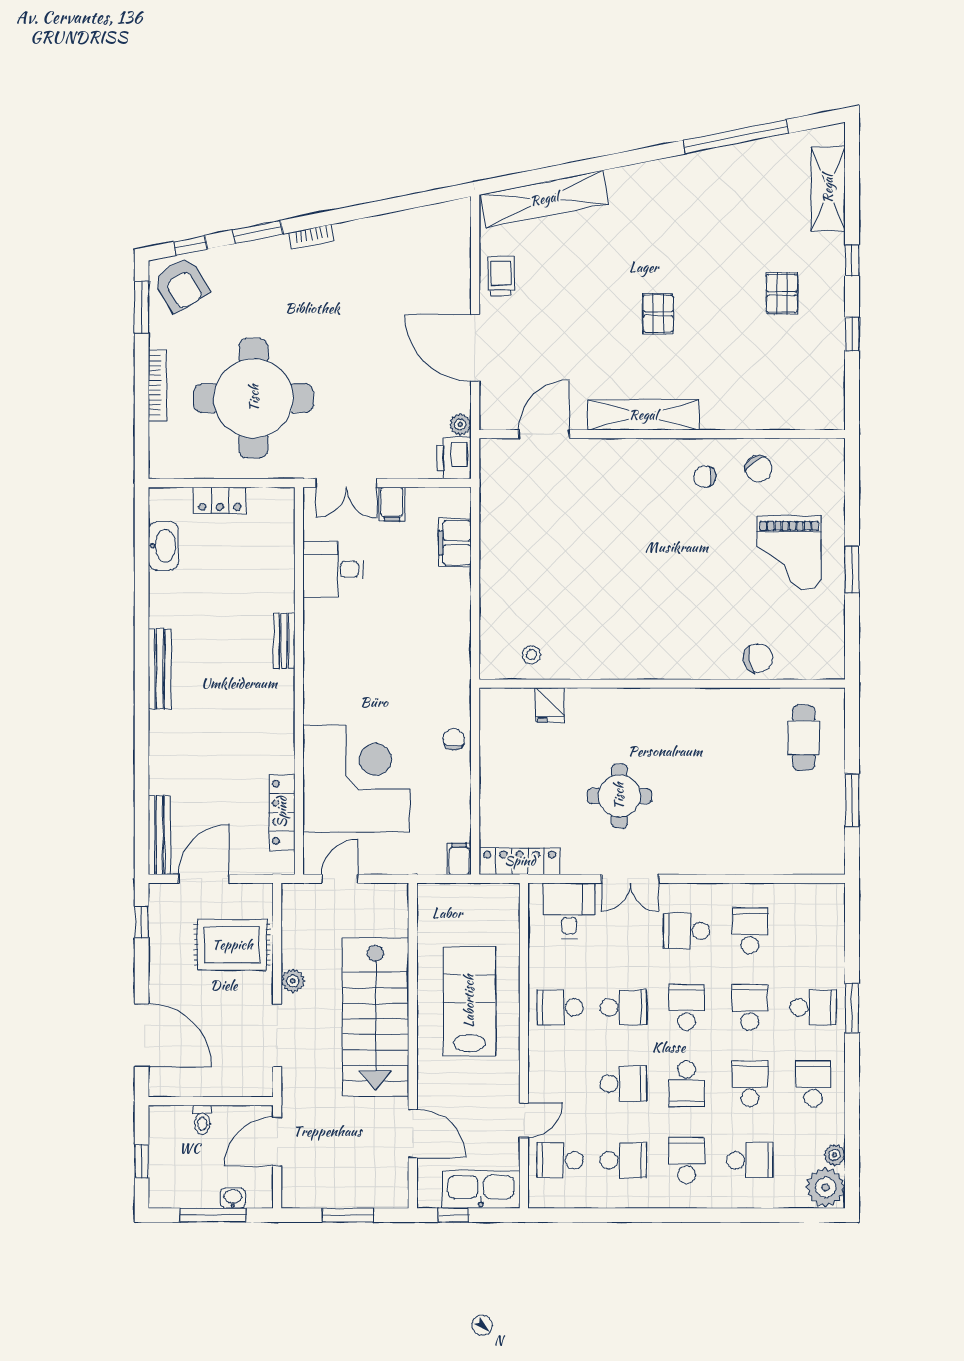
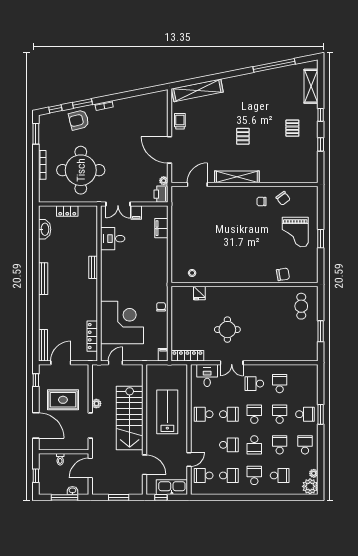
armchair: (181, 285) -> (79, 120), moved, turned 107
rug: (232, 945) -> (63, 400), moved

